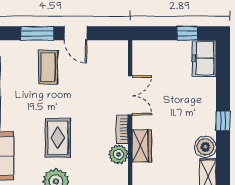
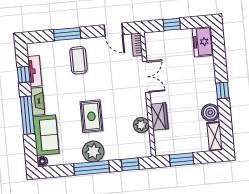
door: (75, 33) -> (113, 30), moved
window: (187, 33) -> (172, 24), moved
bookcase: (122, 129) -> (137, 45), moved

